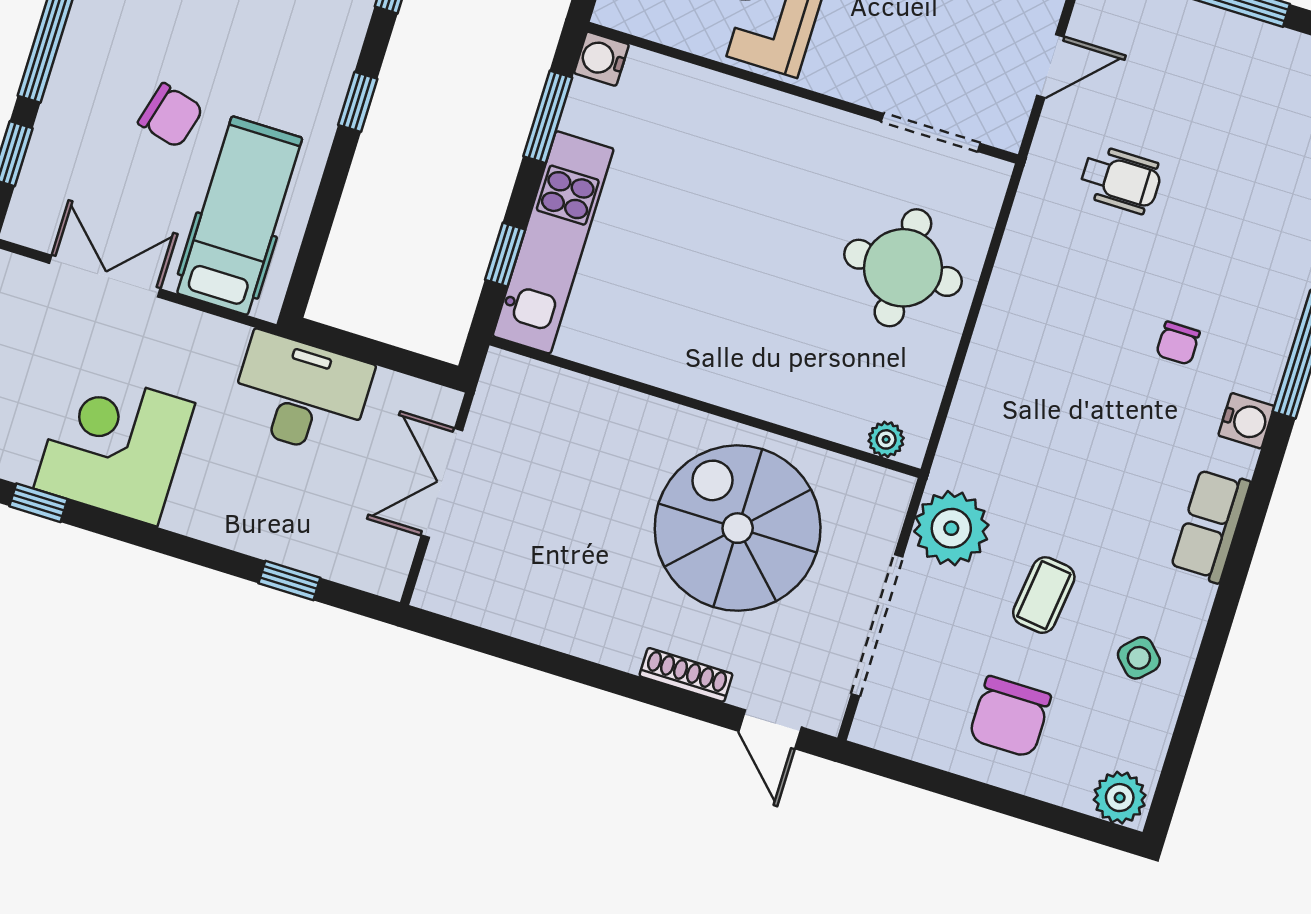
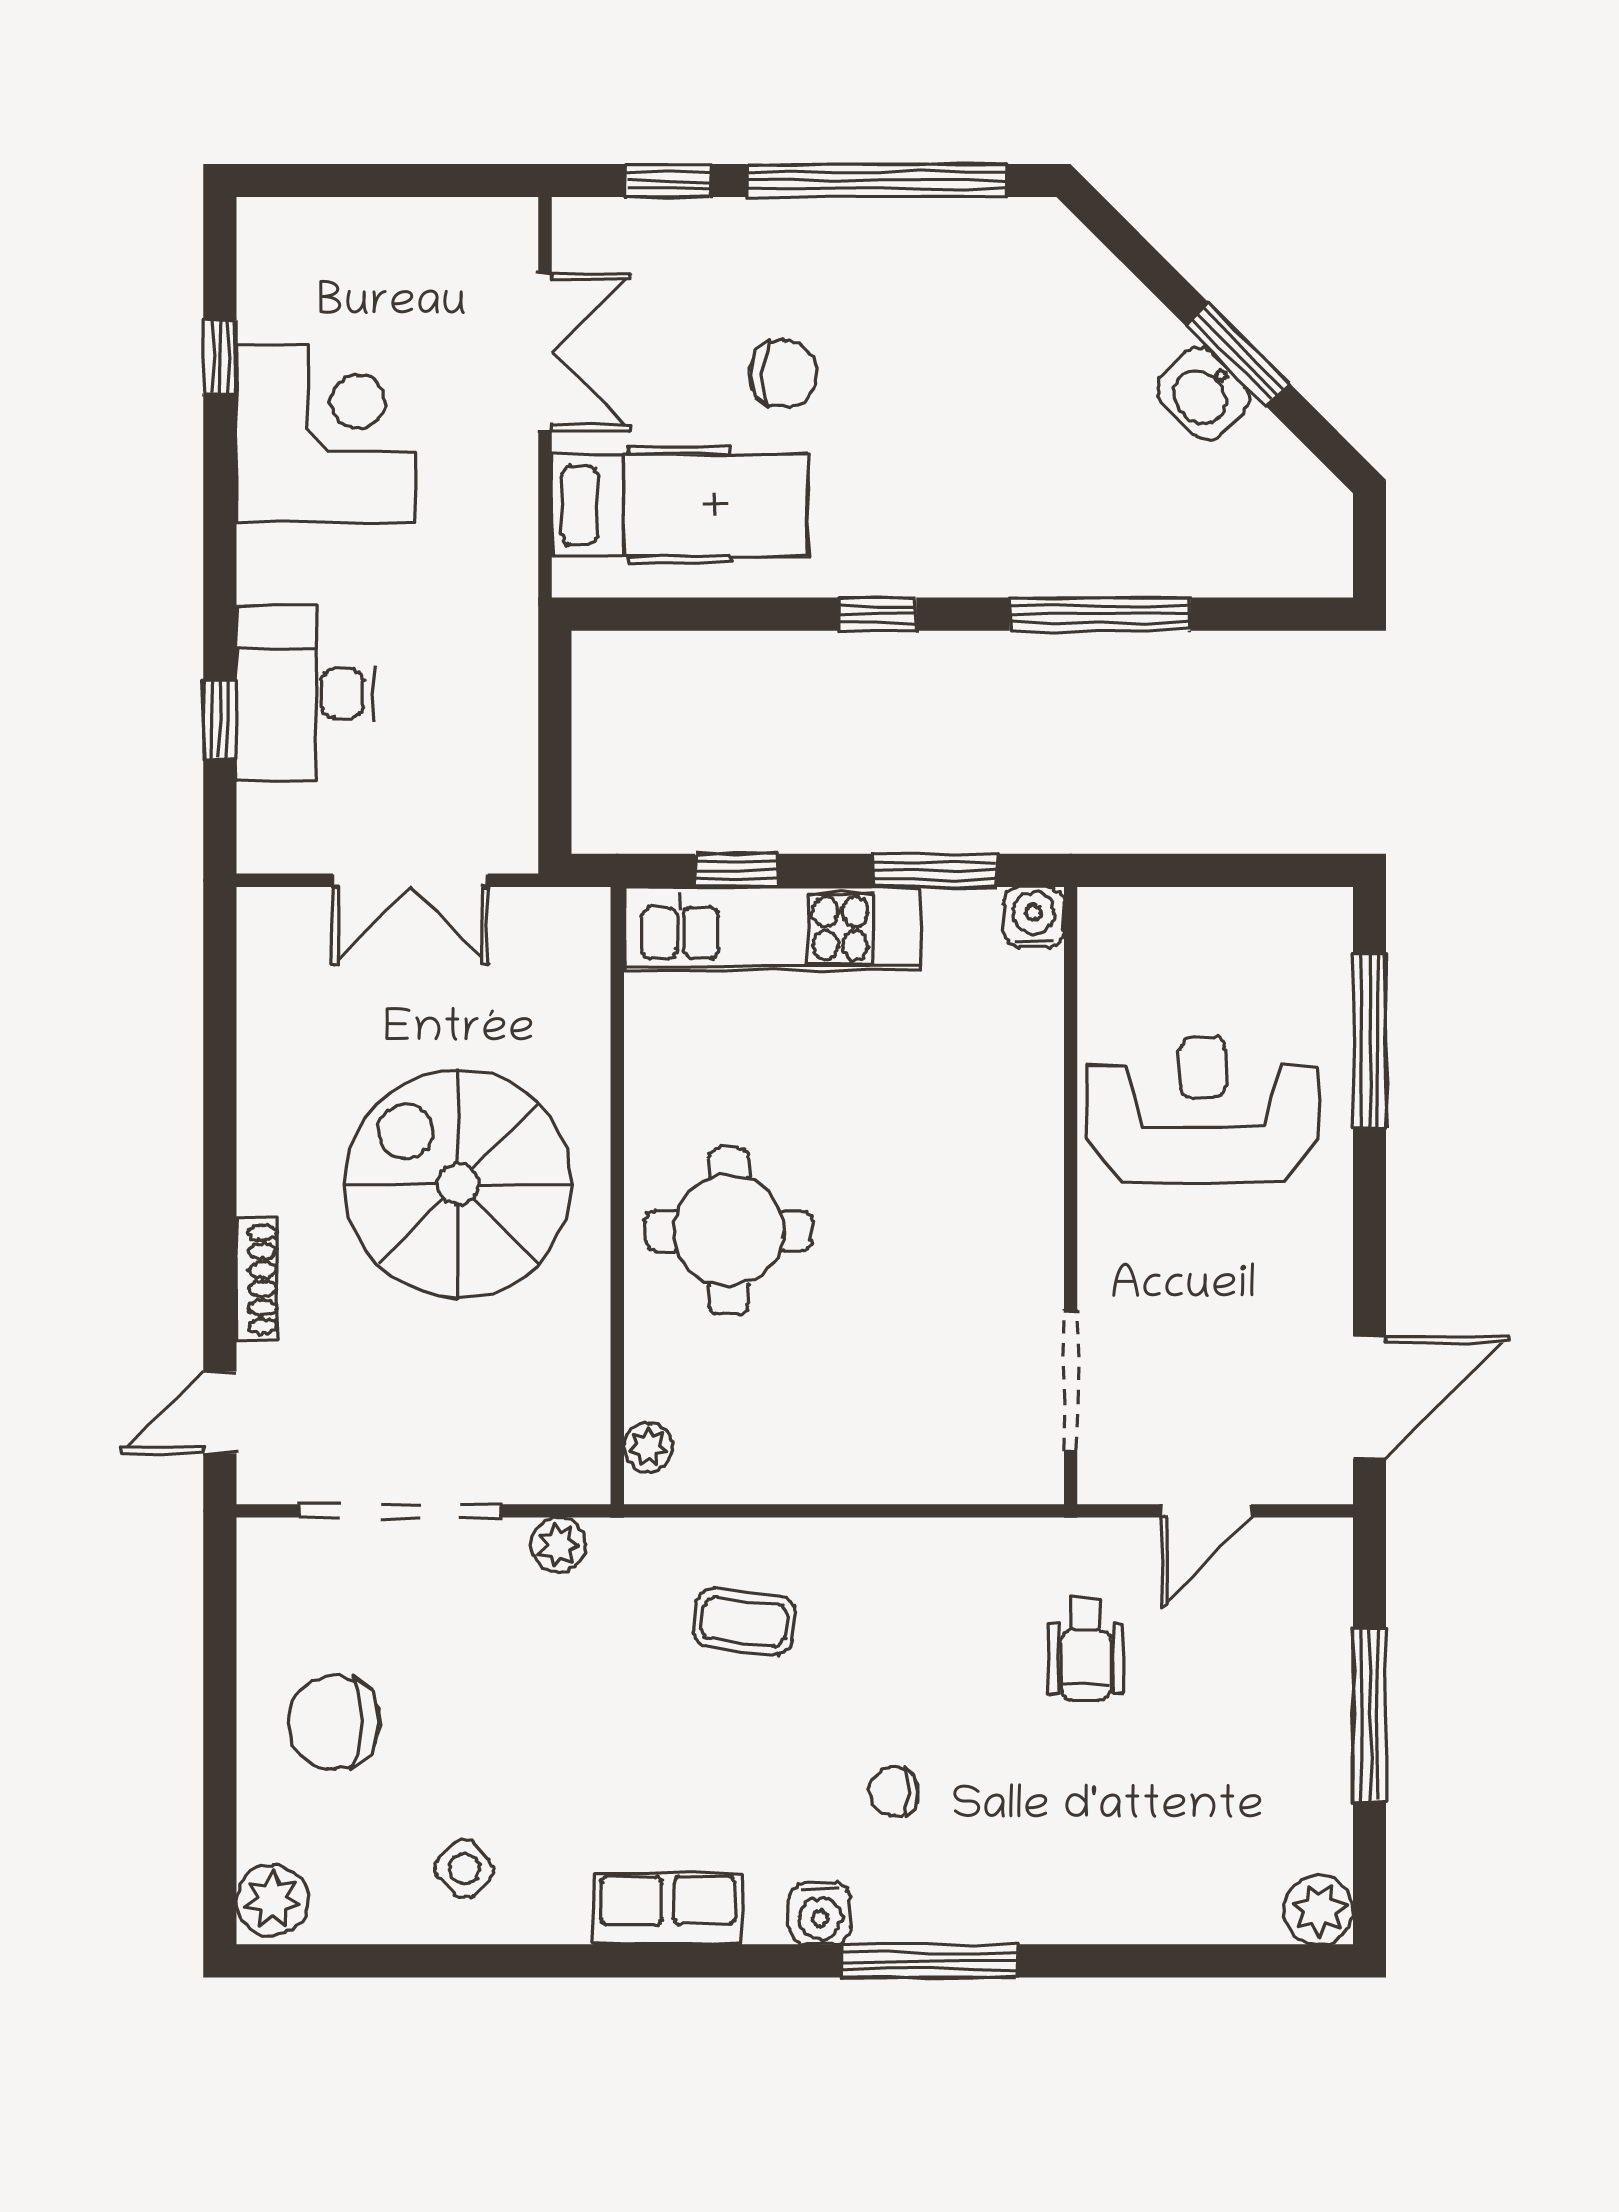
door: (1050, 66) -> (1207, 1511), hinge flipped
chair: (171, 115) -> (783, 373), turned -105
round table: (903, 268) -> (729, 1231), moved
desk: (301, 394) -> (305, 694), moved, turned 180
double door: (442, 483) -> (410, 880), swing flipped
spiral stairs: (738, 528) -> (458, 1184), moved, turned -90
plant: (951, 528) -> (558, 1545), width x0.53, depth x0.53
coffee table: (1044, 595) -> (744, 1621), moved

